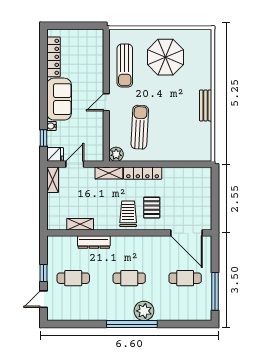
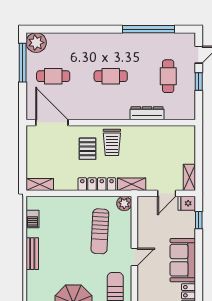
water cooler: (52, 126) -> (191, 233), removed
barbecue: (205, 139) -> (32, 219), added
shelving: (80, 224) -> (40, 184), moved
cafe table: (73, 278) -> (168, 76), turned 90
plant: (144, 311) -> (36, 43), moved
window: (132, 324) -> (149, 29), moved

